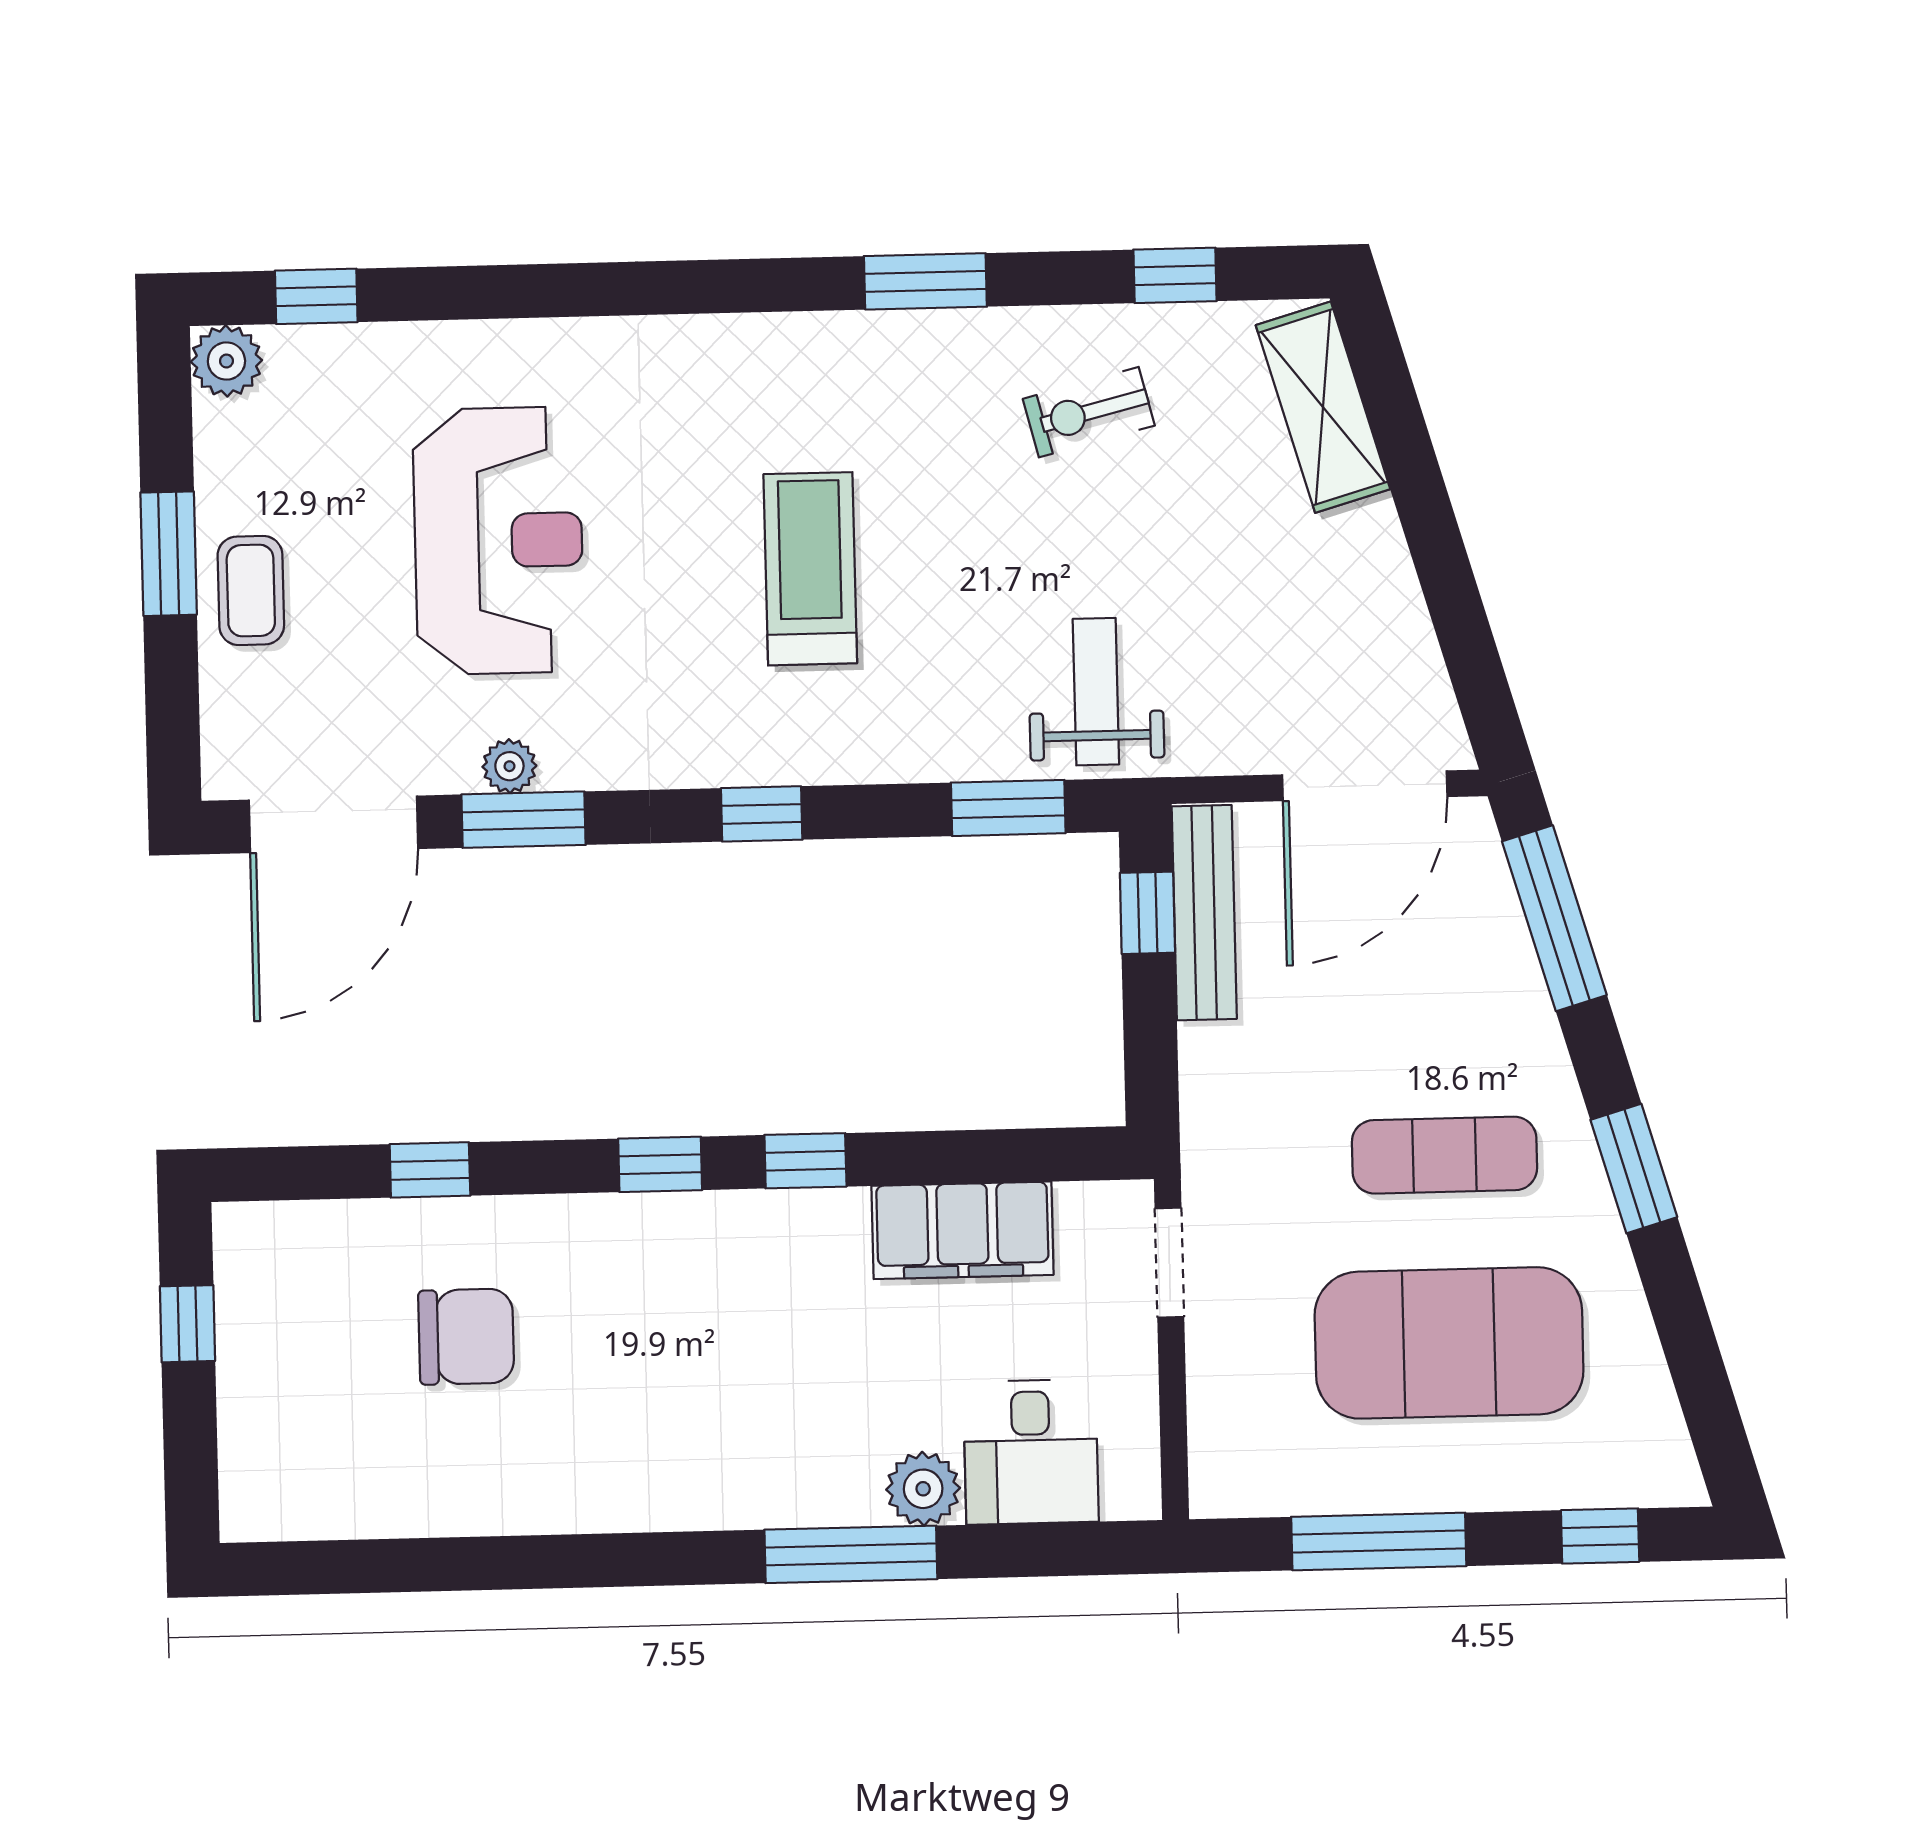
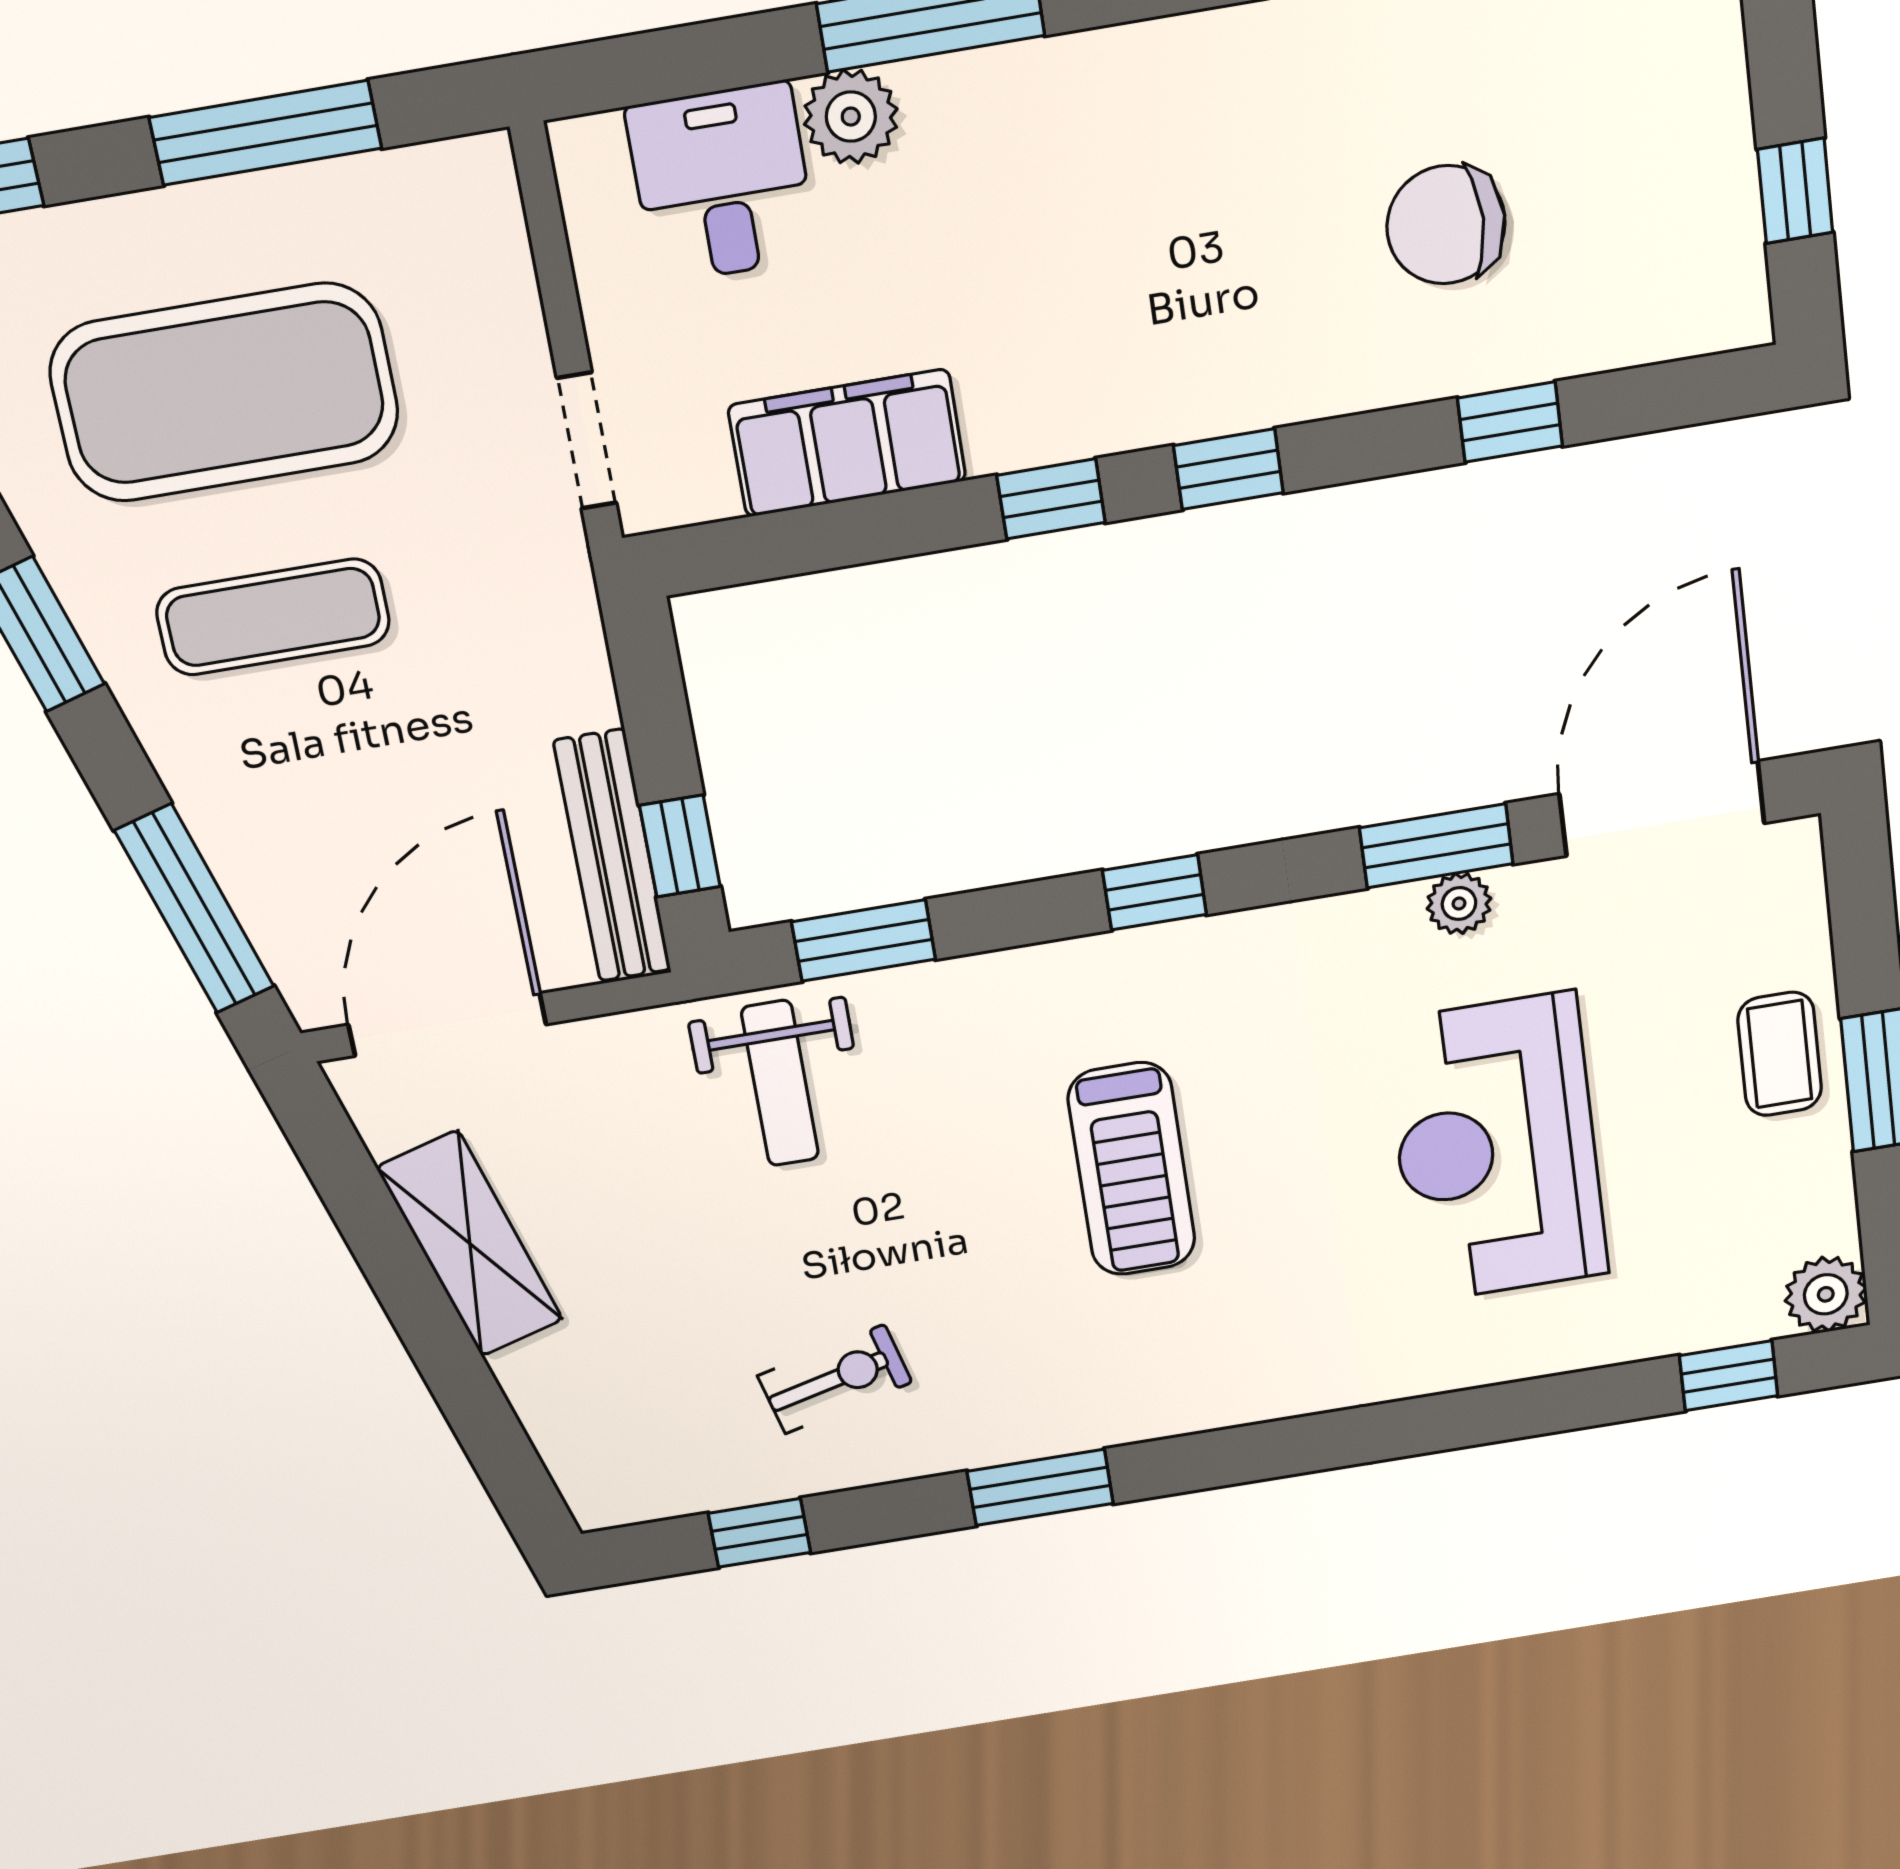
shelving: (1323, 407) -> (470, 1244), moved

